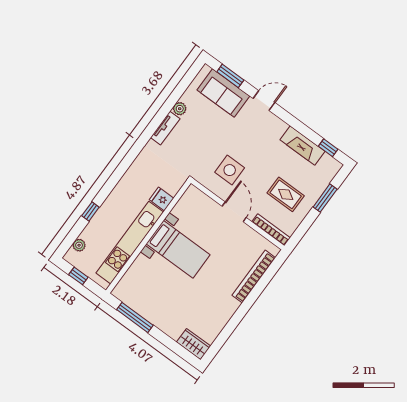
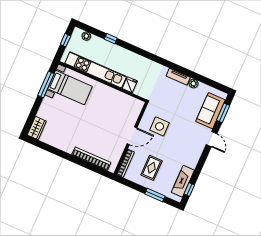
fireplace: (303, 146) -> (183, 181), moved
bed with nightstands: (178, 249) -> (70, 88), moved, turned -90

